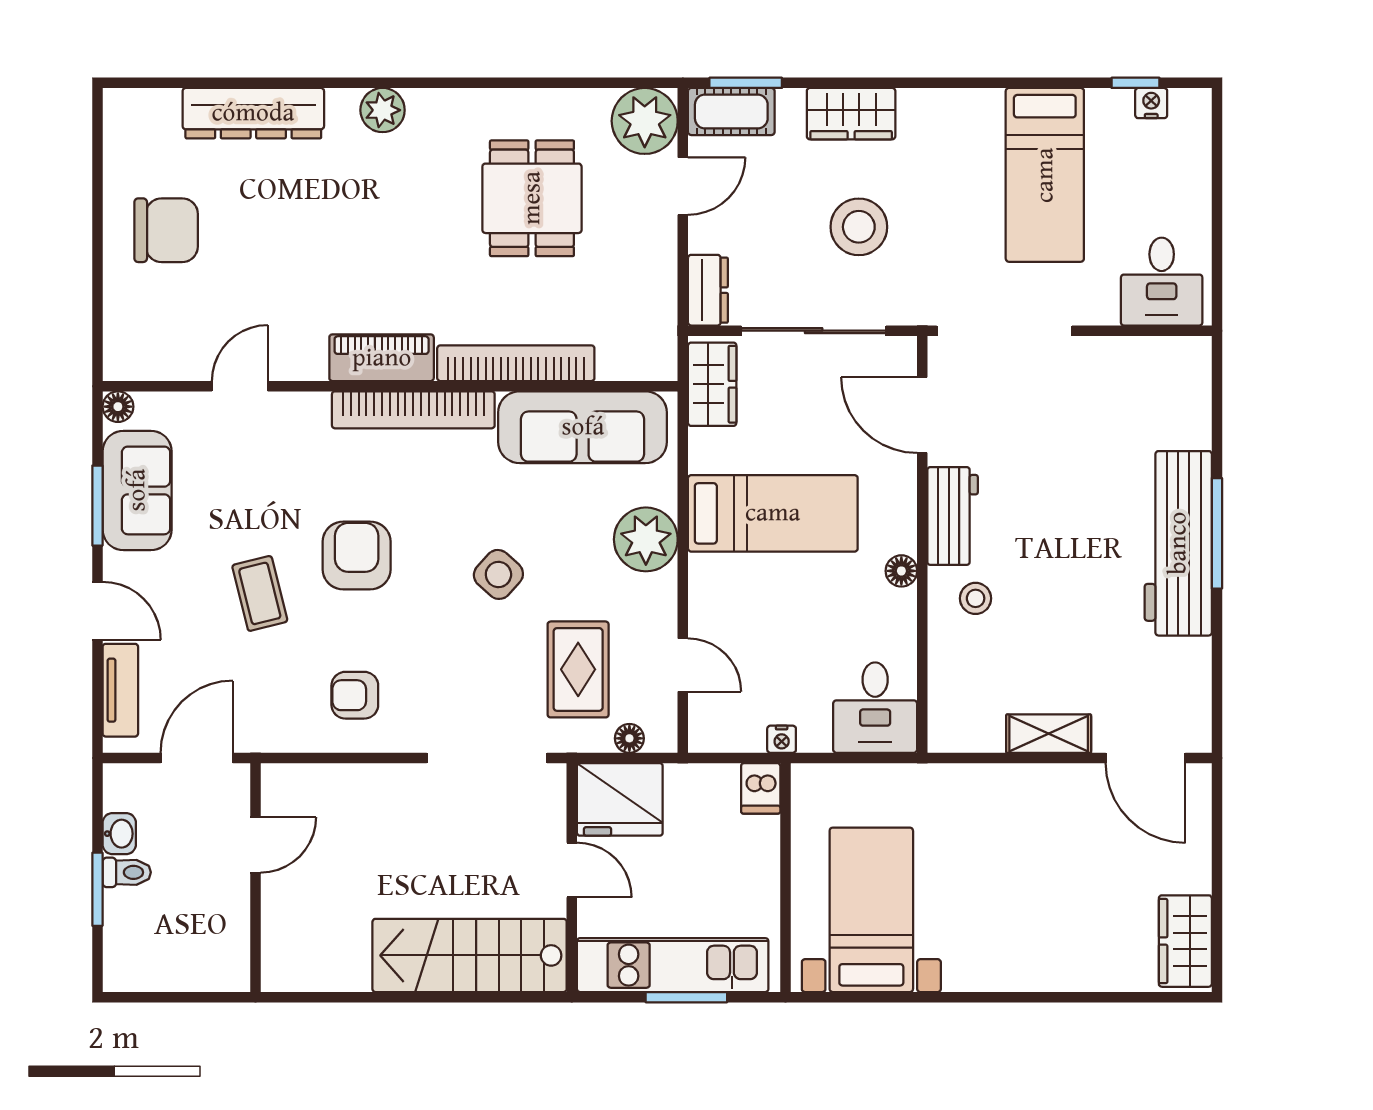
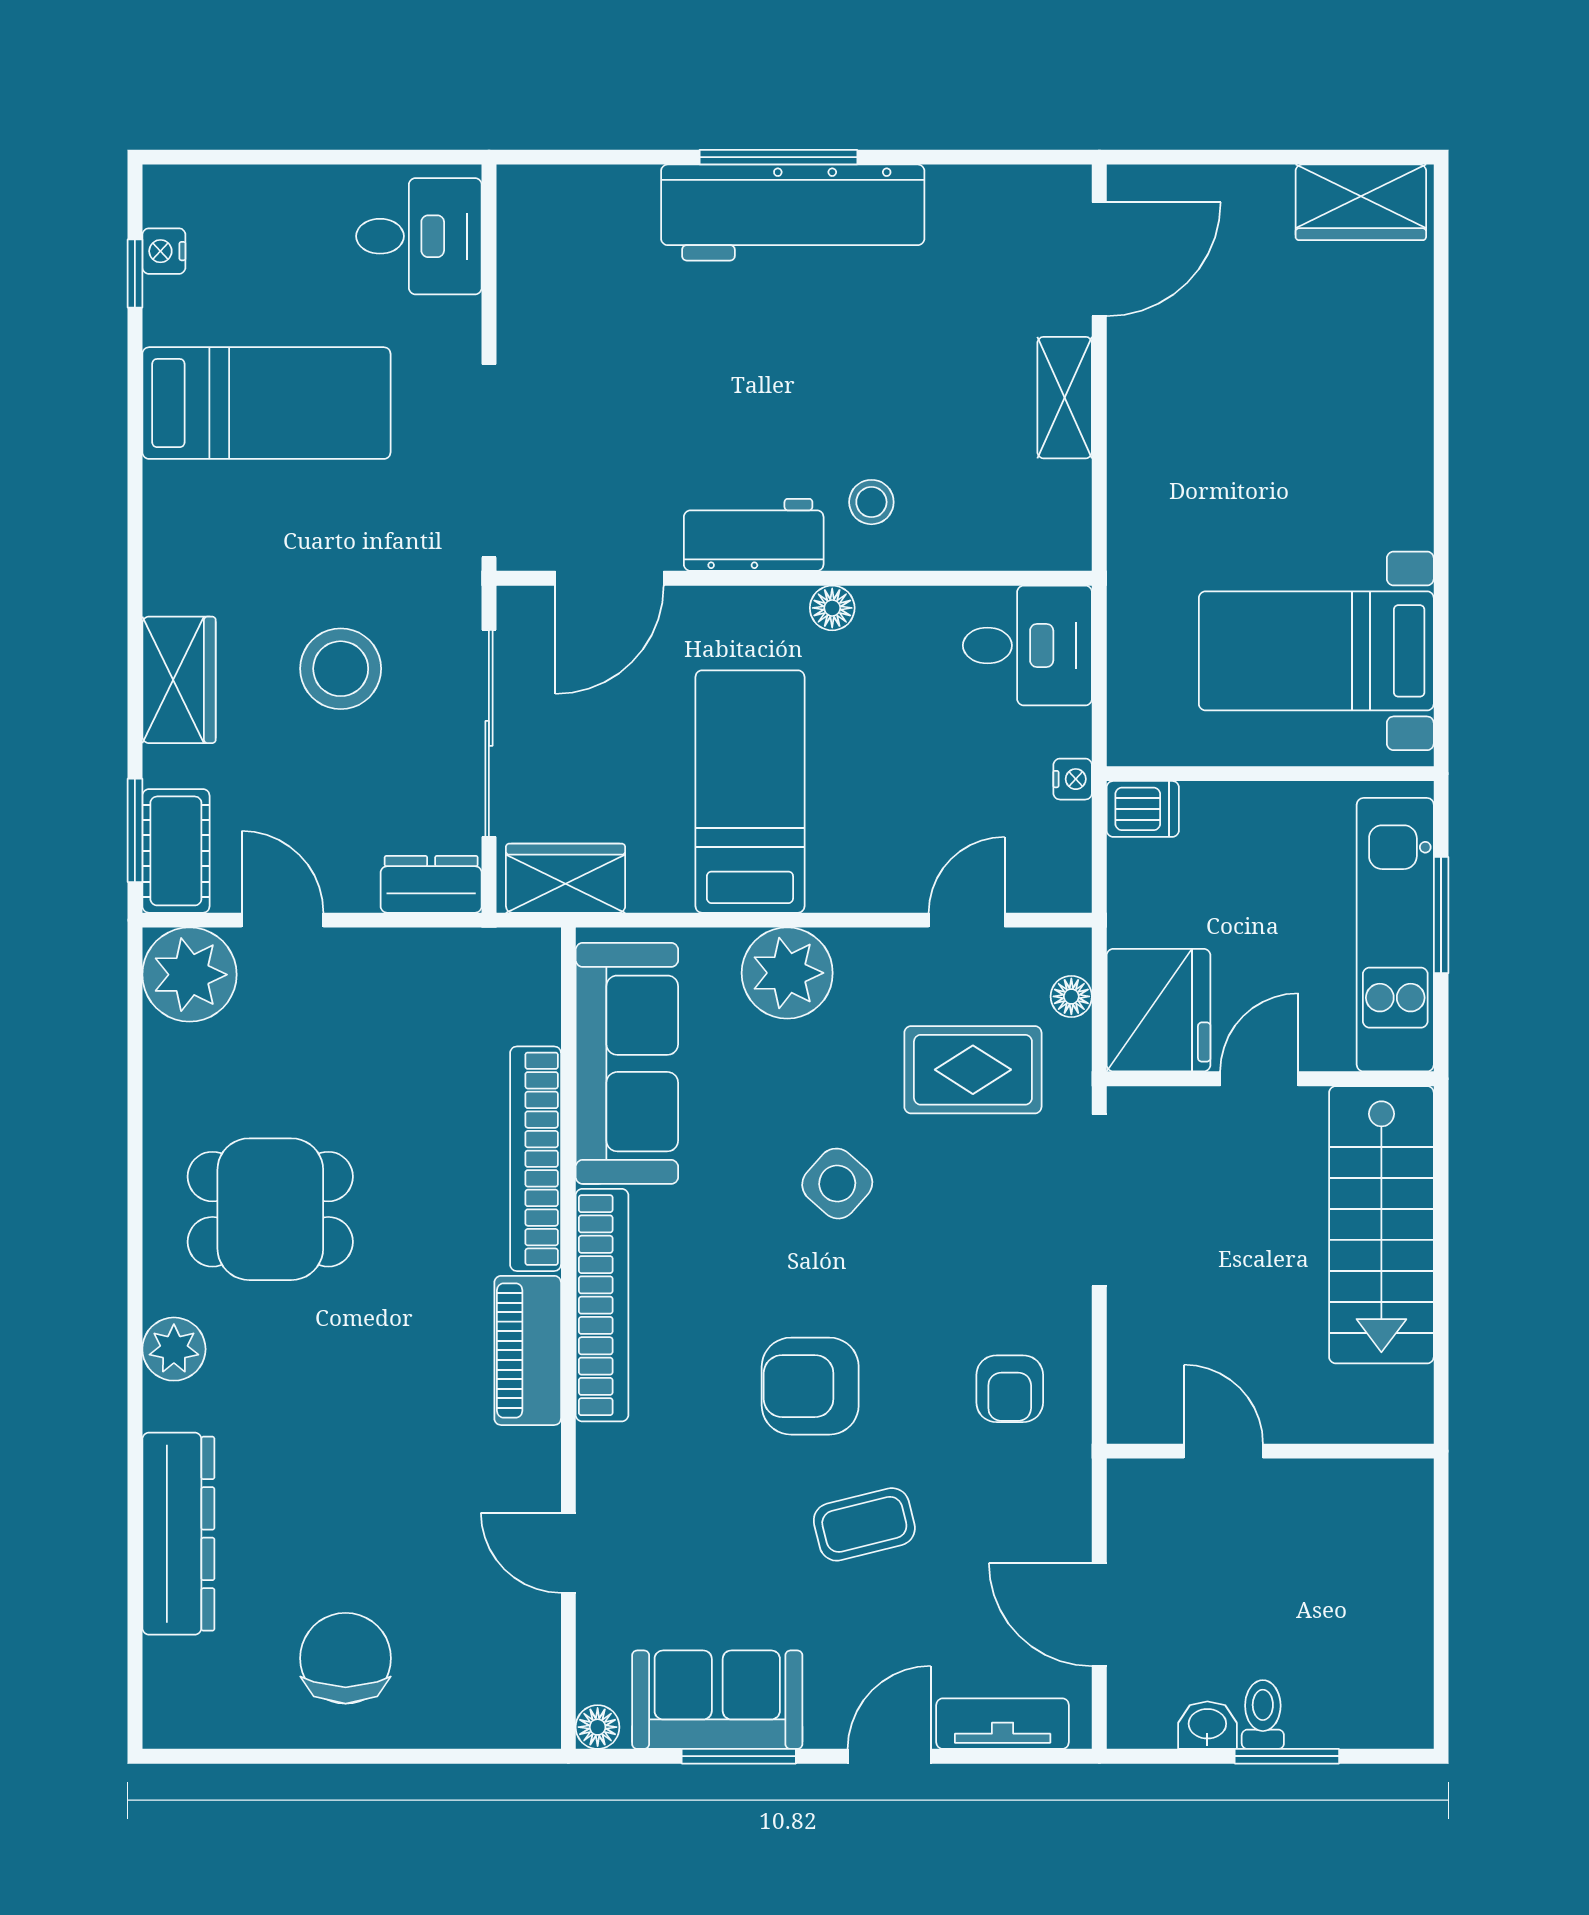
dining table: (532, 198) -> (270, 1209), moved
door: (256, 845) -> (1223, 1451), moved
wall: (256, 878) -> (1270, 1451), moved

